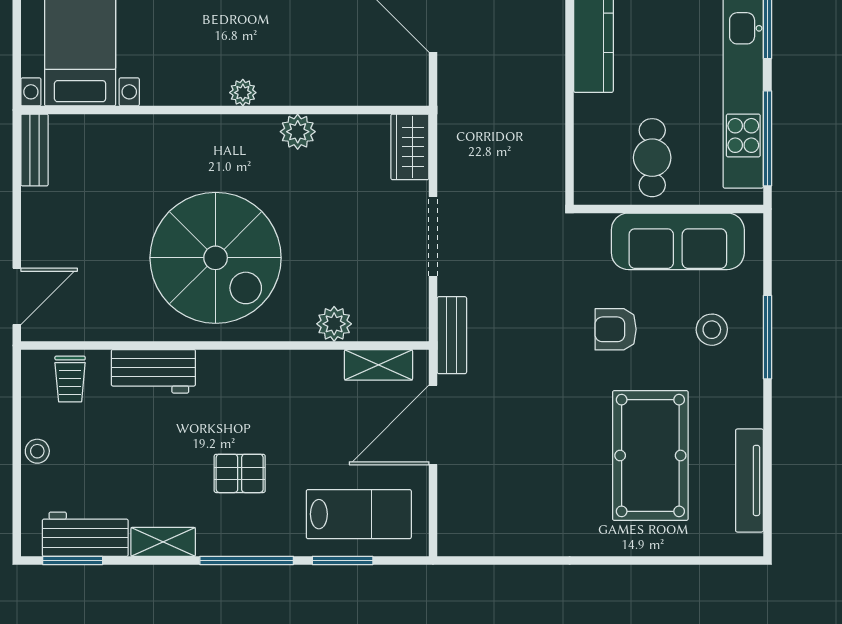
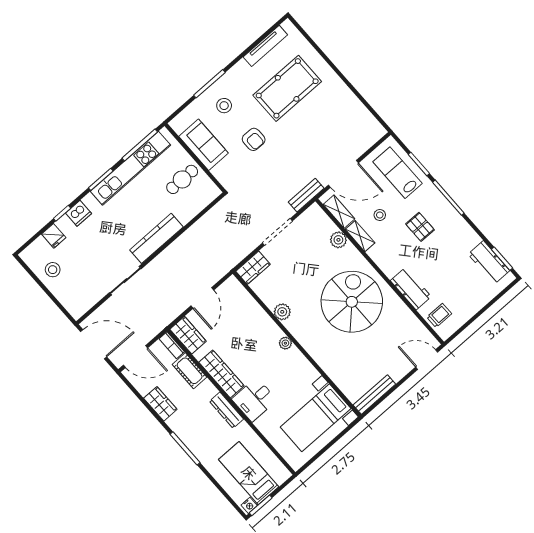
bench: (35, 150) -> (374, 394), width x1.36
sofa: (678, 241) -> (204, 145), width x0.73
stool: (37, 451) -> (380, 215), moved
shelving: (163, 542) -> (360, 236), moved

